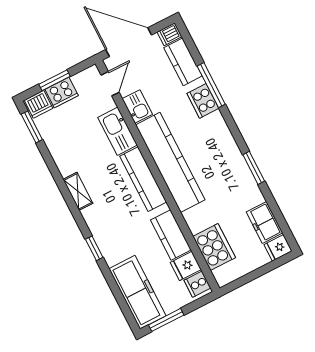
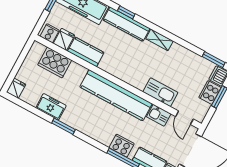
kitchen counter: (143, 179) -> (126, 24), moved, turned 180
freezer: (265, 222) -> (51, 107), moved

